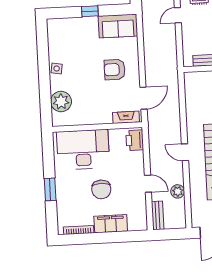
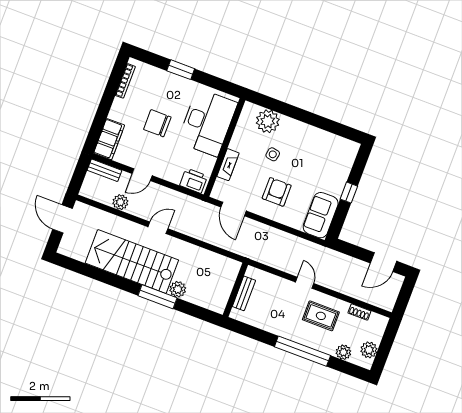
side table: (57, 68) -> (273, 154), moved
fireplace: (126, 117) -> (228, 165), moved
filing cabinet: (111, 224) -> (109, 139), moved

